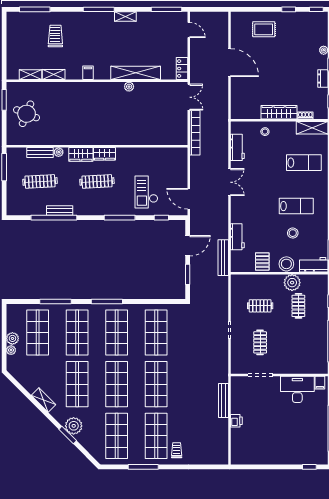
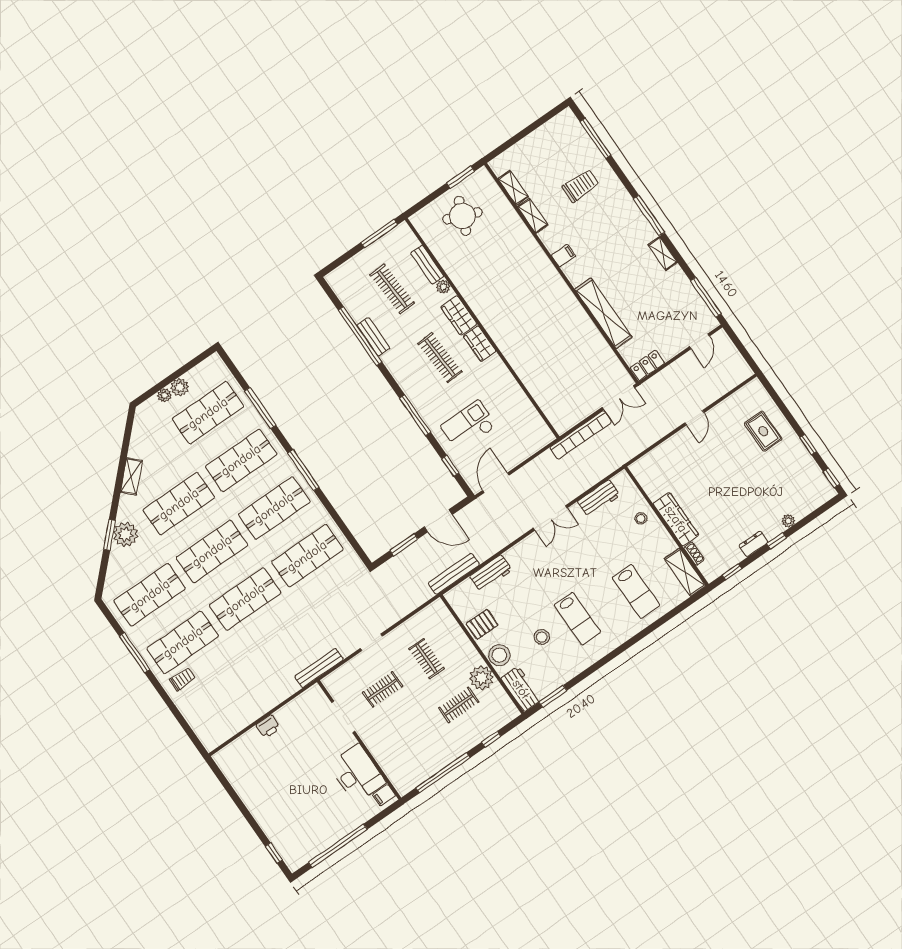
door: (229, 63) -> (694, 418), width x0.53
plant: (129, 87) -> (581, 317), removed
bench: (223, 401) -> (319, 668), moved

